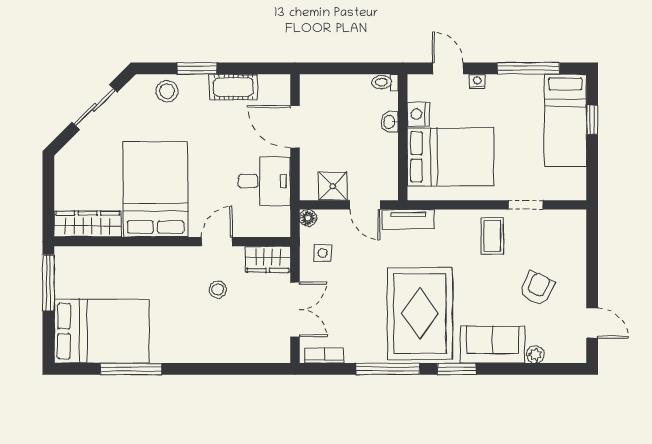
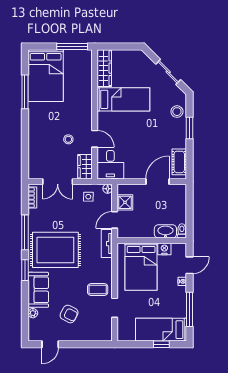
cot: (233, 87) -> (179, 162), moved
washbasin: (390, 122) -> (165, 231), width x1.91, depth x1.45
desk: (264, 181) -> (110, 165), moved
bed: (155, 189) -> (123, 99), width x0.67

